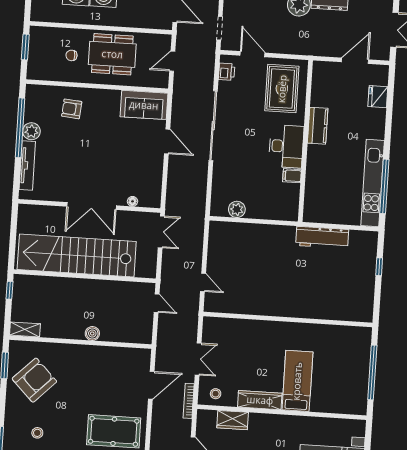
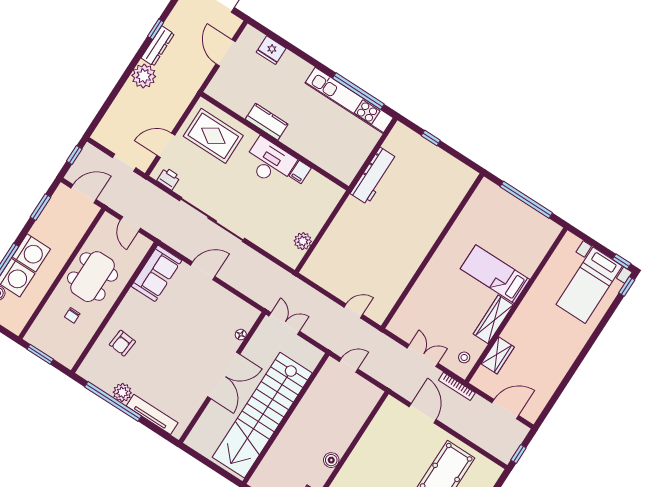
boiler: (92, 333) -> (331, 460), moved

